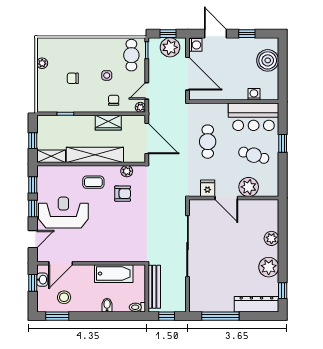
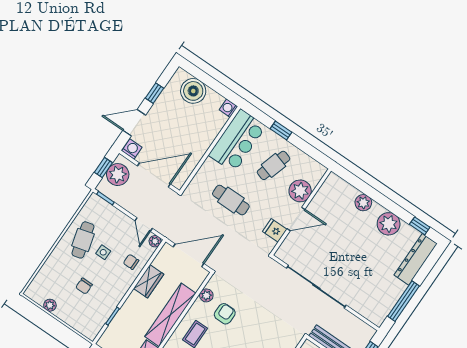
cafe table: (131, 55) -> (83, 240), moved, turned 75
washing machine: (254, 94) -> (228, 108), moved

